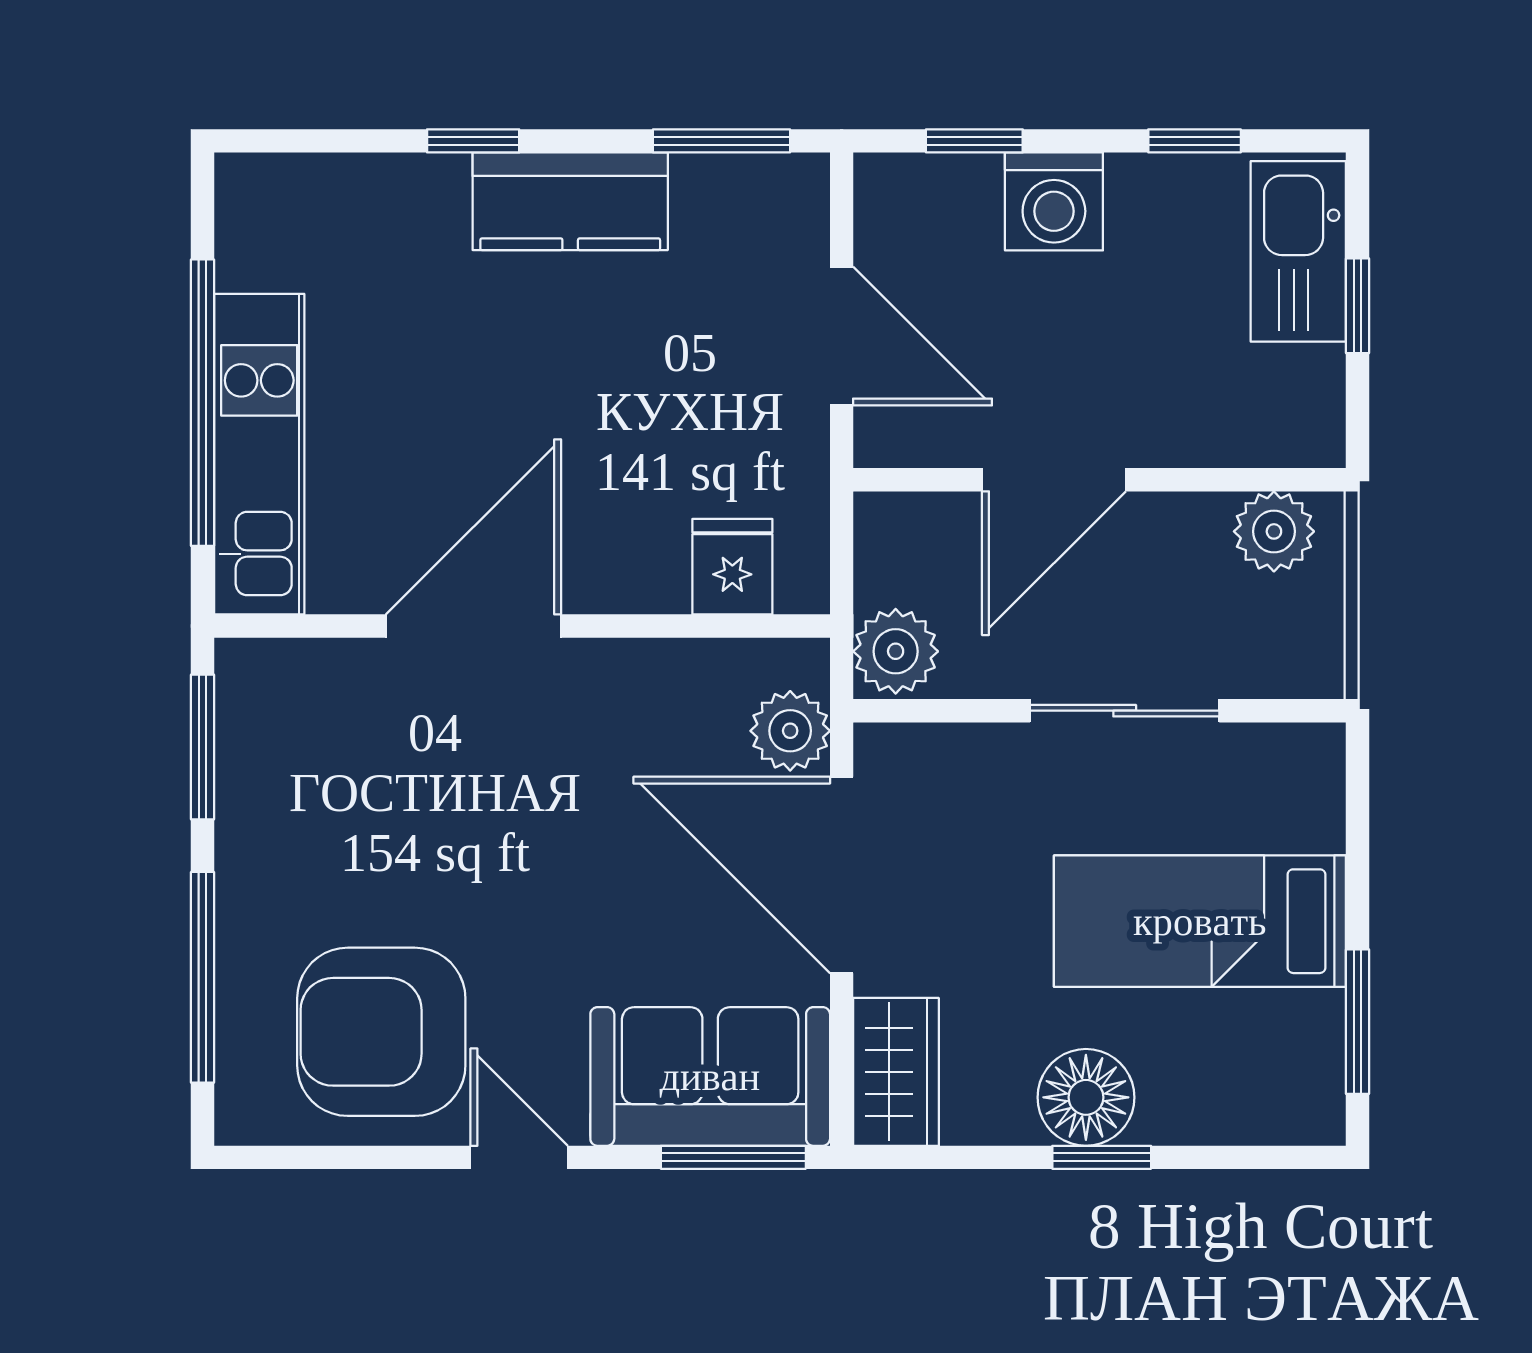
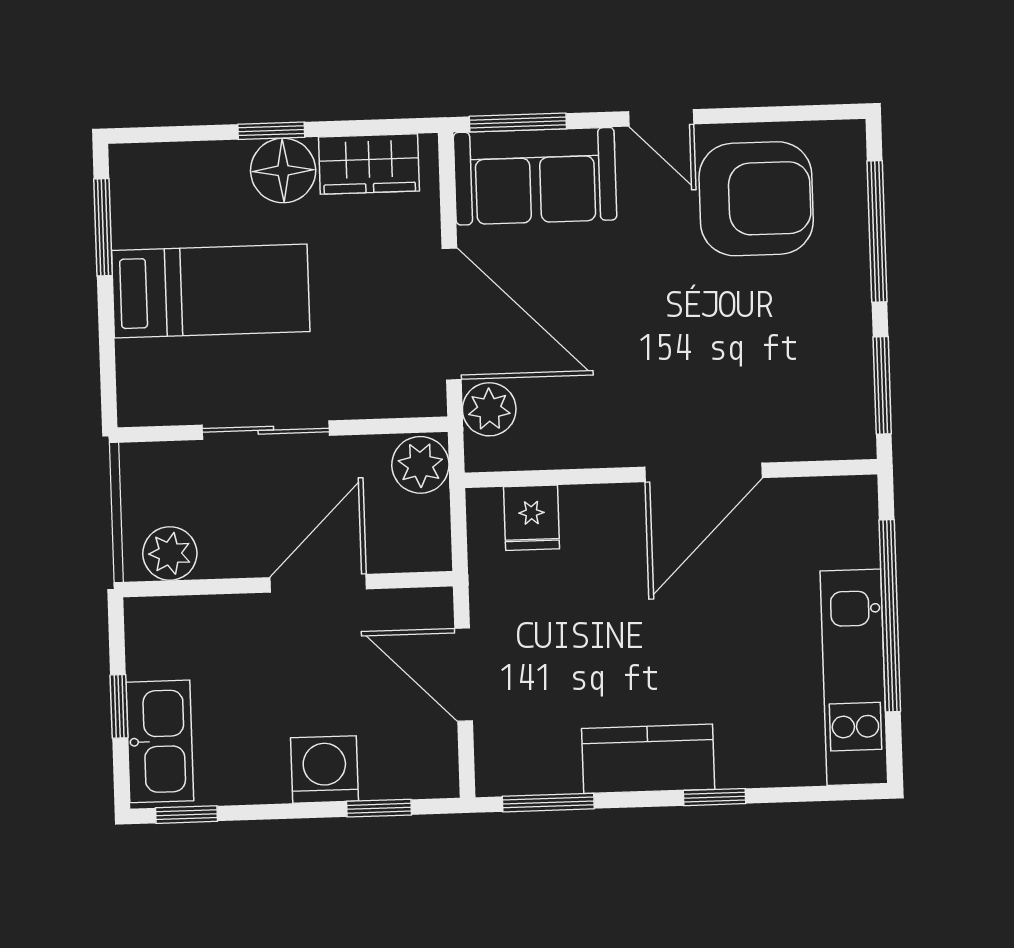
window: (1195, 141) -> (187, 815), moved
kitchen unit: (259, 454) -> (854, 677), moved
wardrobe: (896, 1072) -> (369, 164), moved, turned -90

